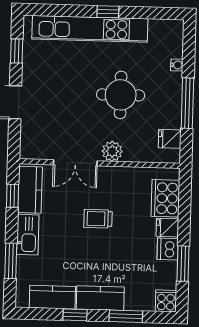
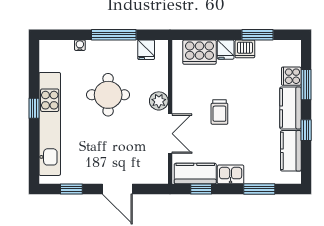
kitchen sink: (28, 235) -> (231, 174), width x0.73
cooker: (166, 301) -> (291, 76), moved

